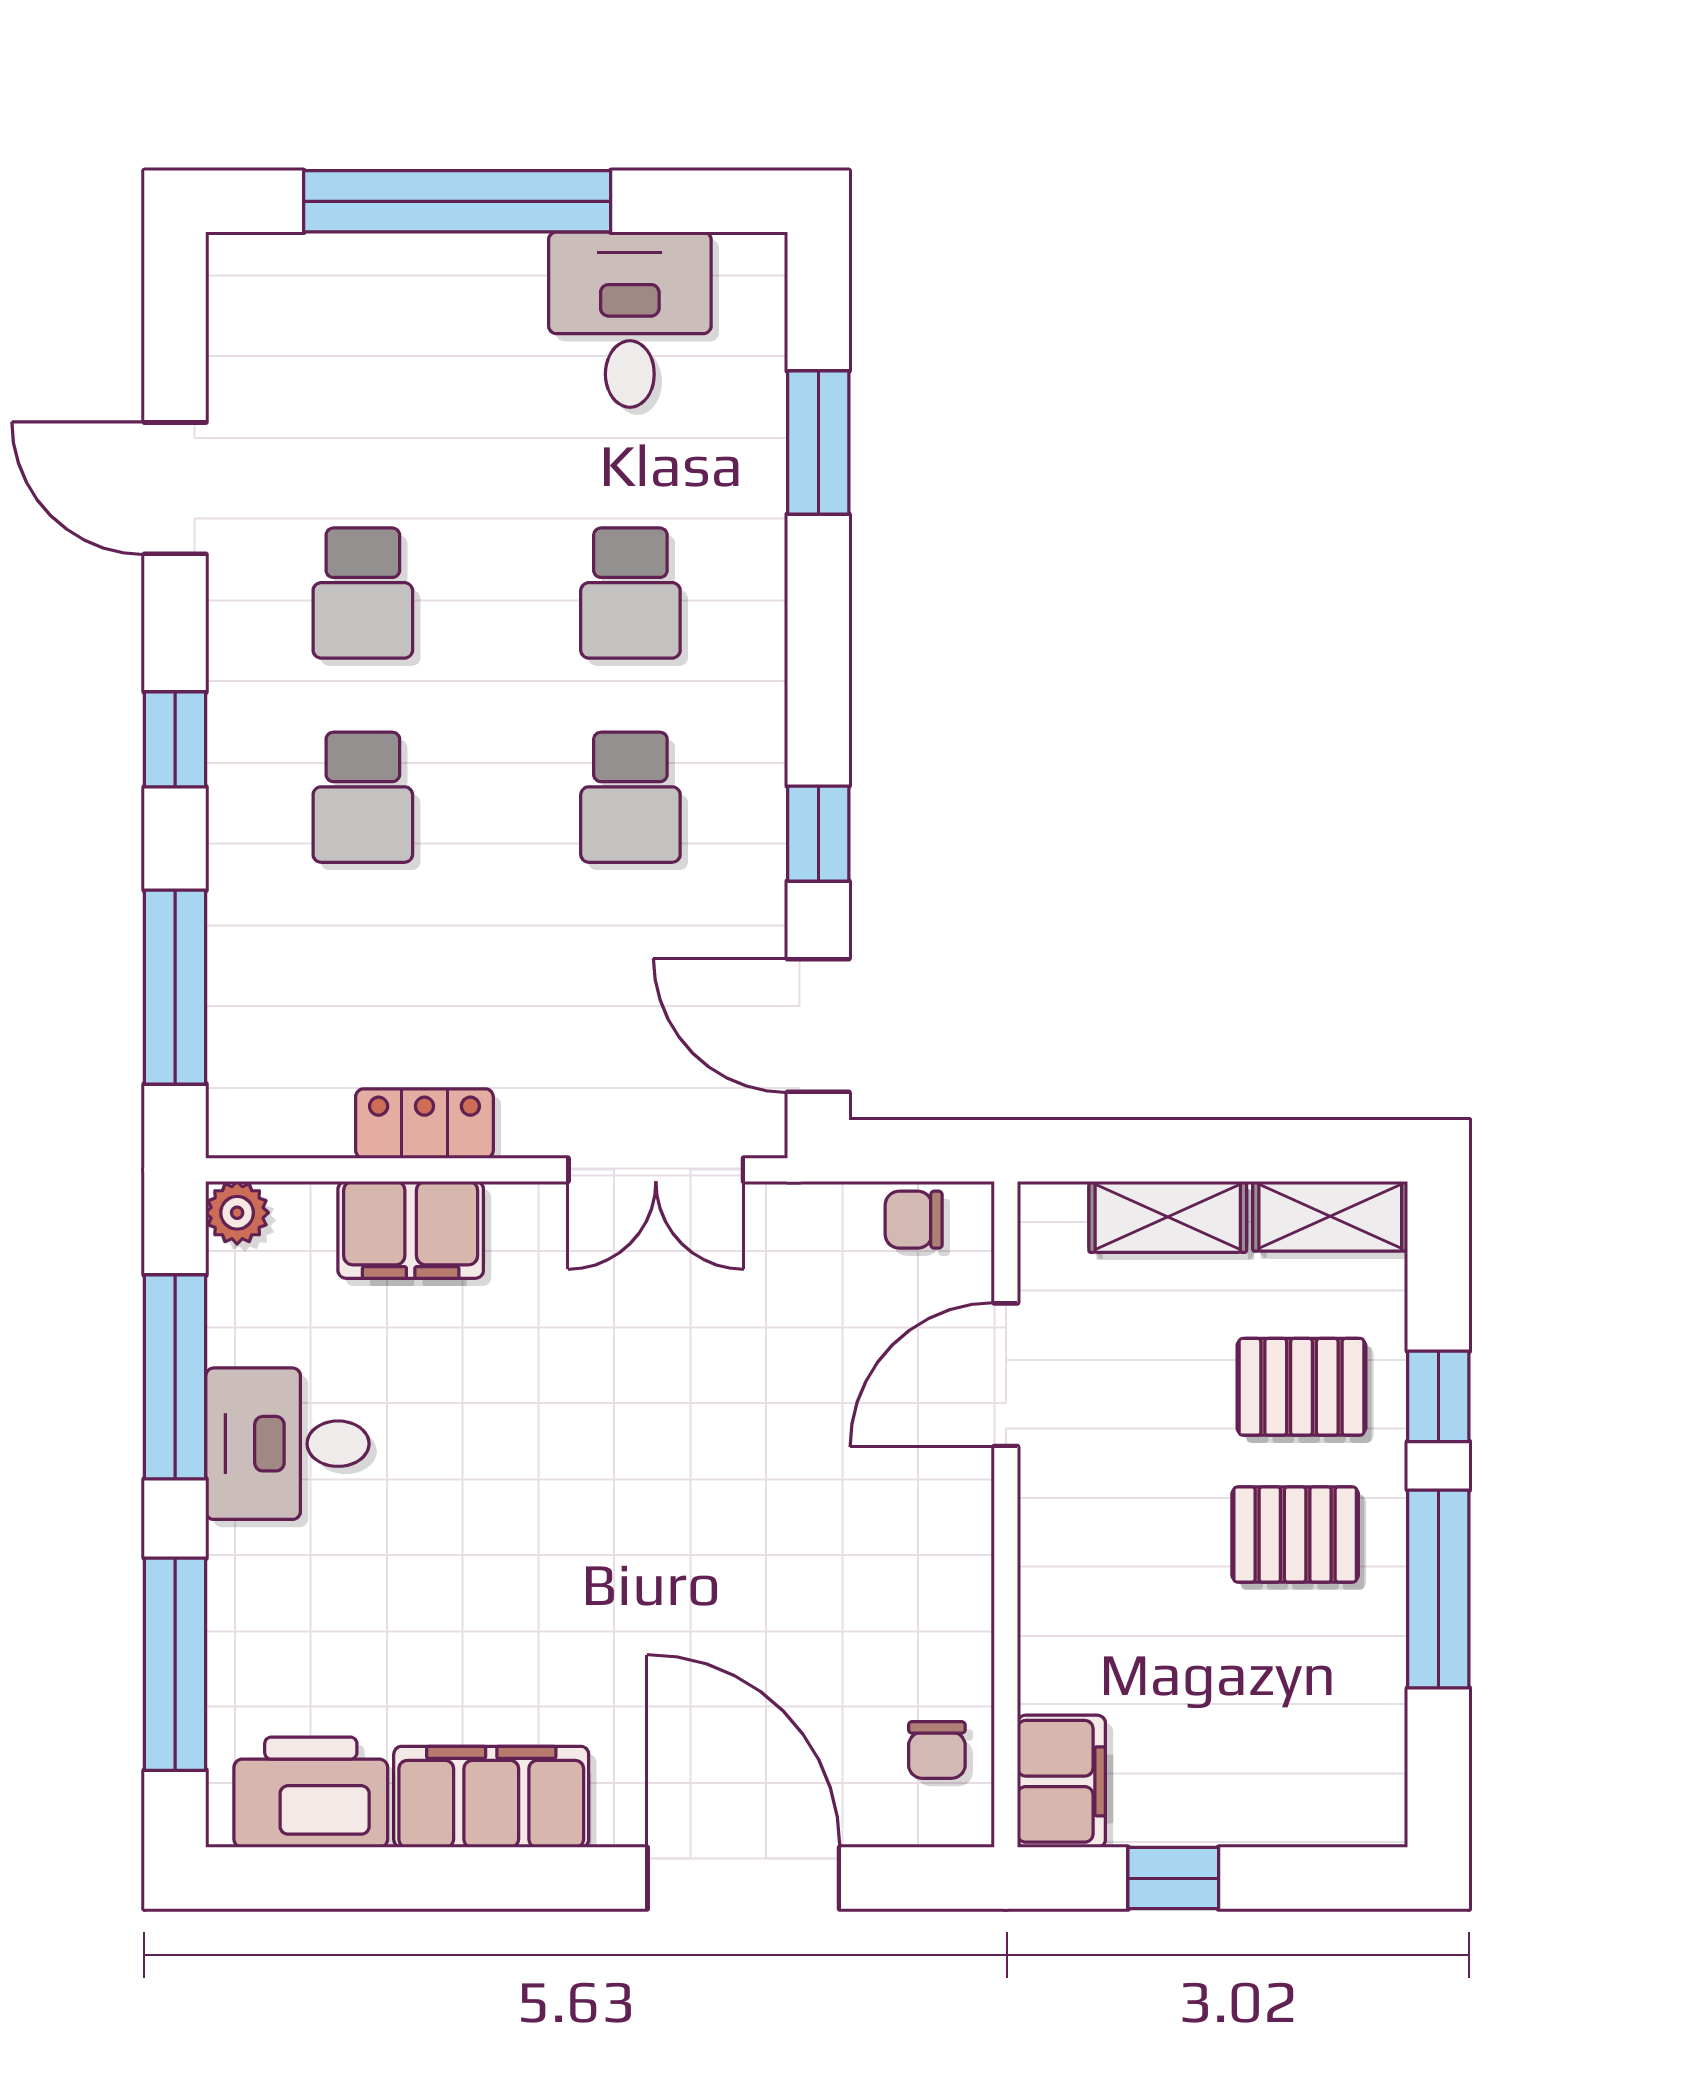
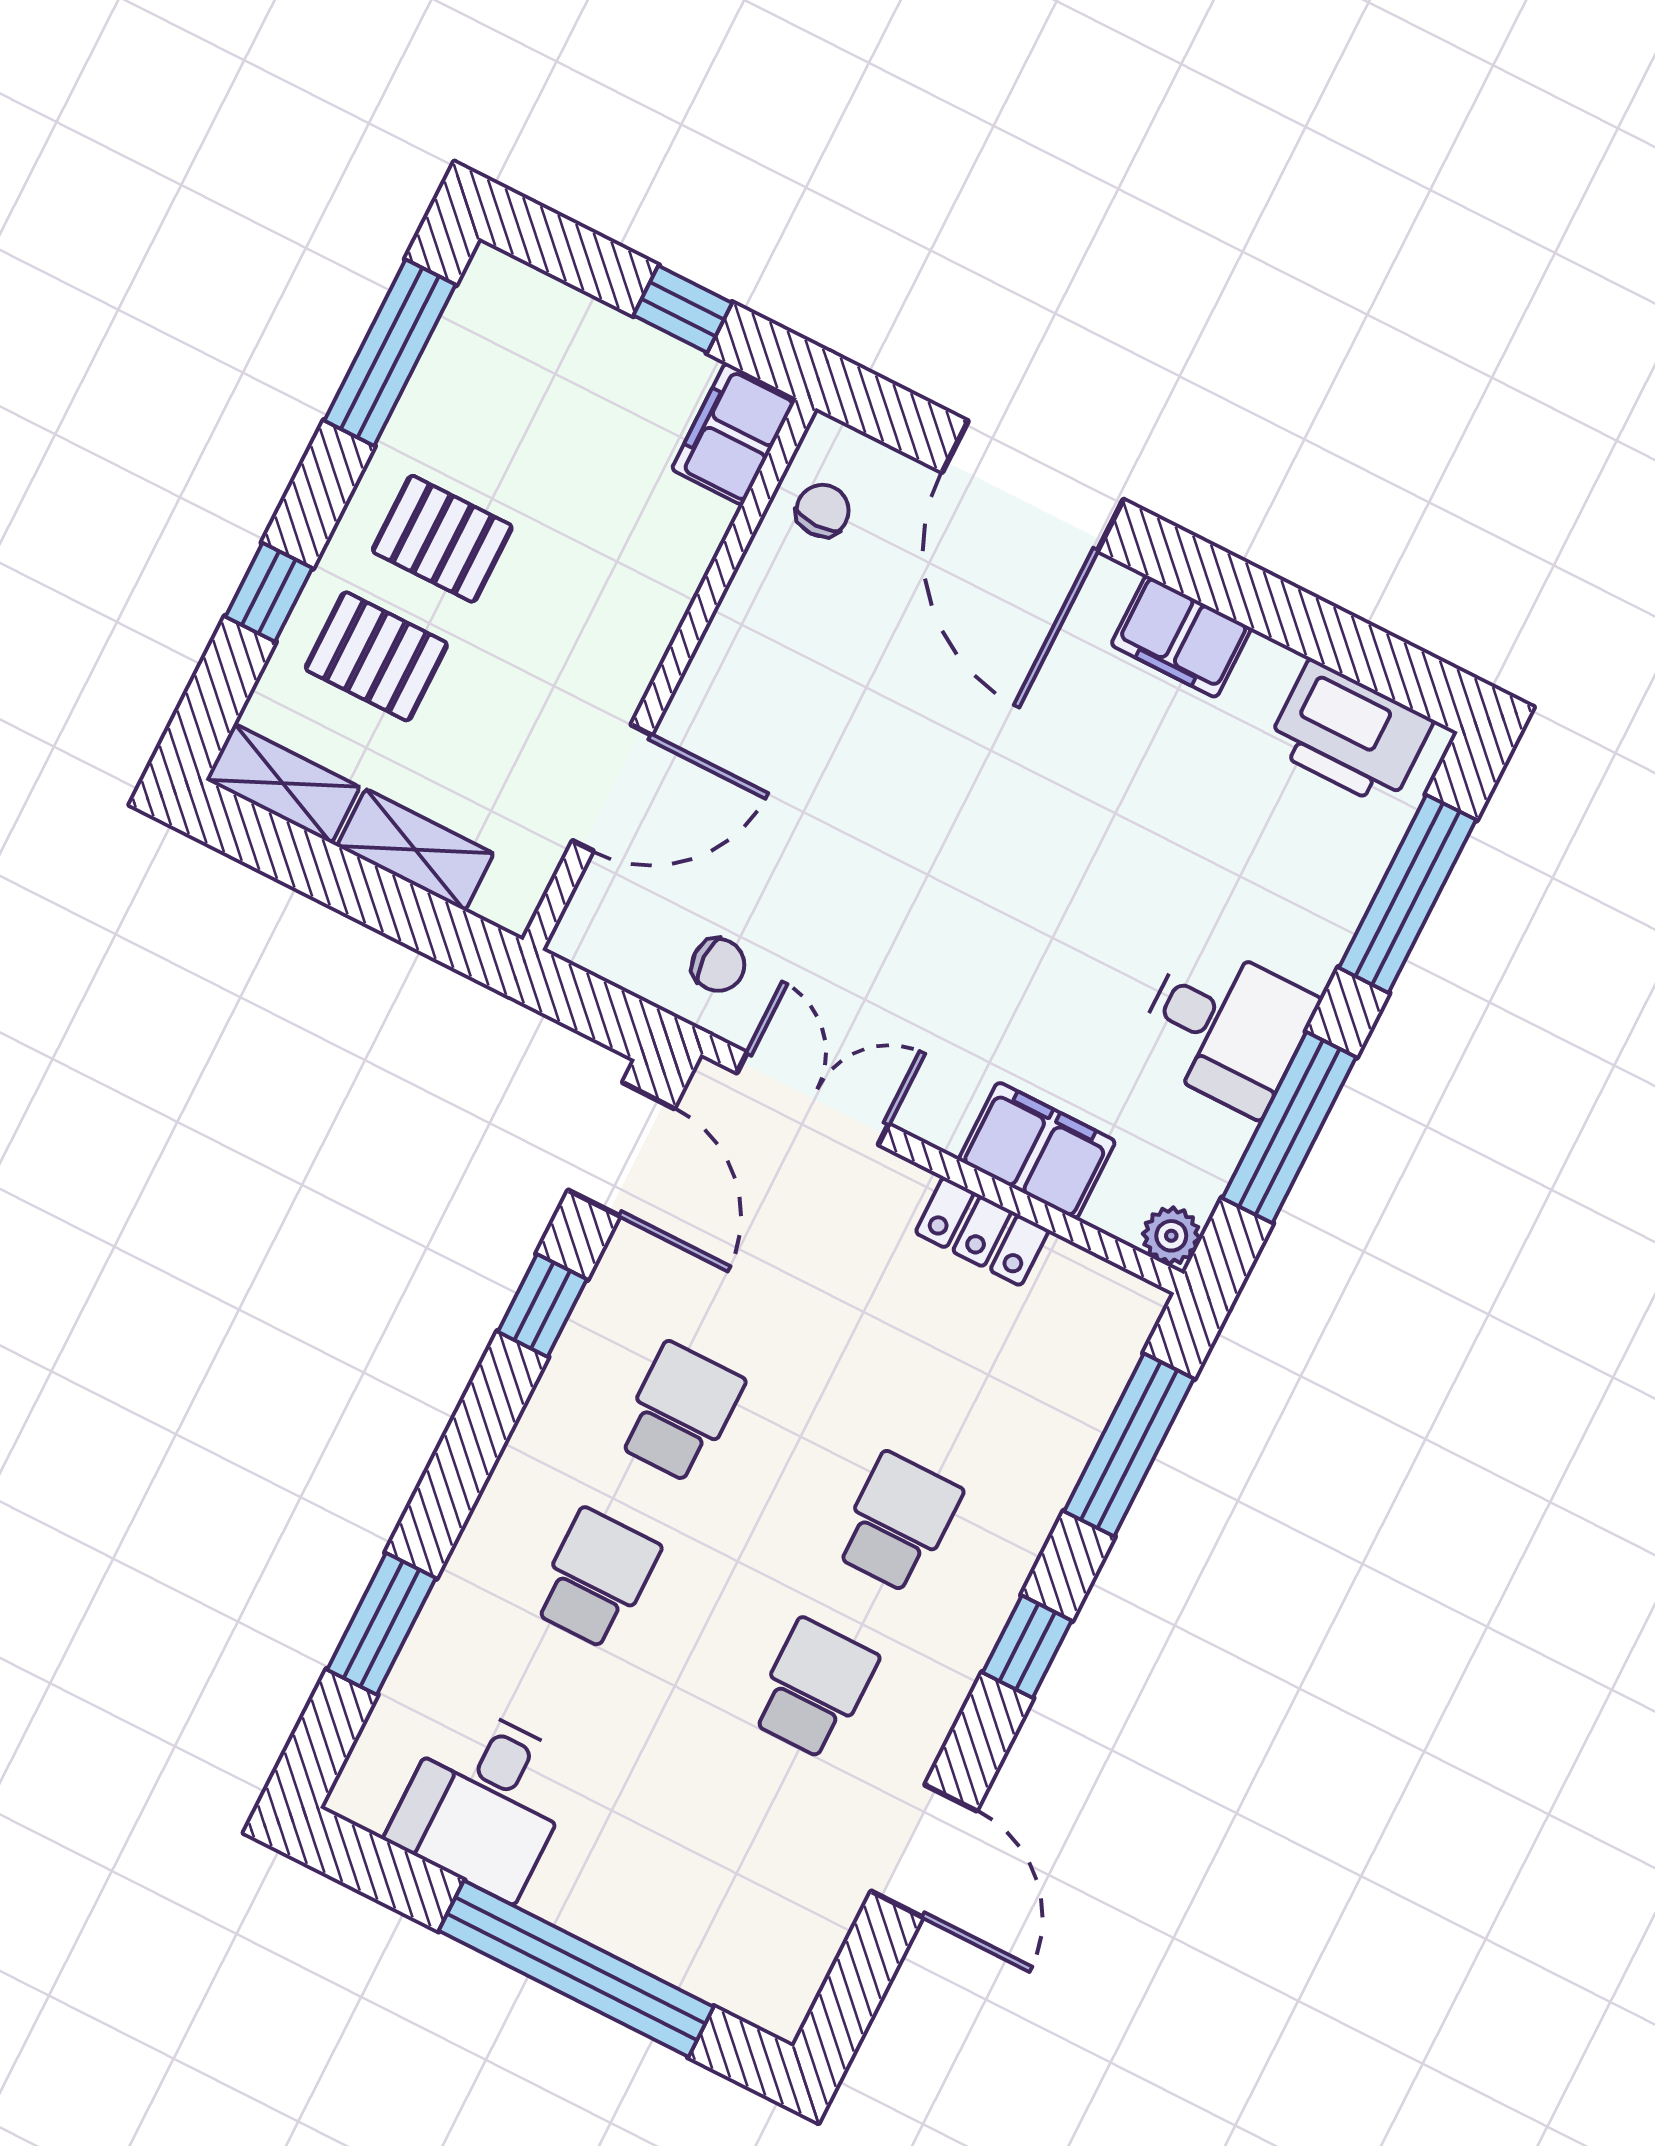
chair: (914, 1220) -> (718, 965), moved
window: (1438, 1589) -> (390, 353), moved
filing cabinet: (491, 1797) -> (1181, 636), width x0.67, depth x0.86

